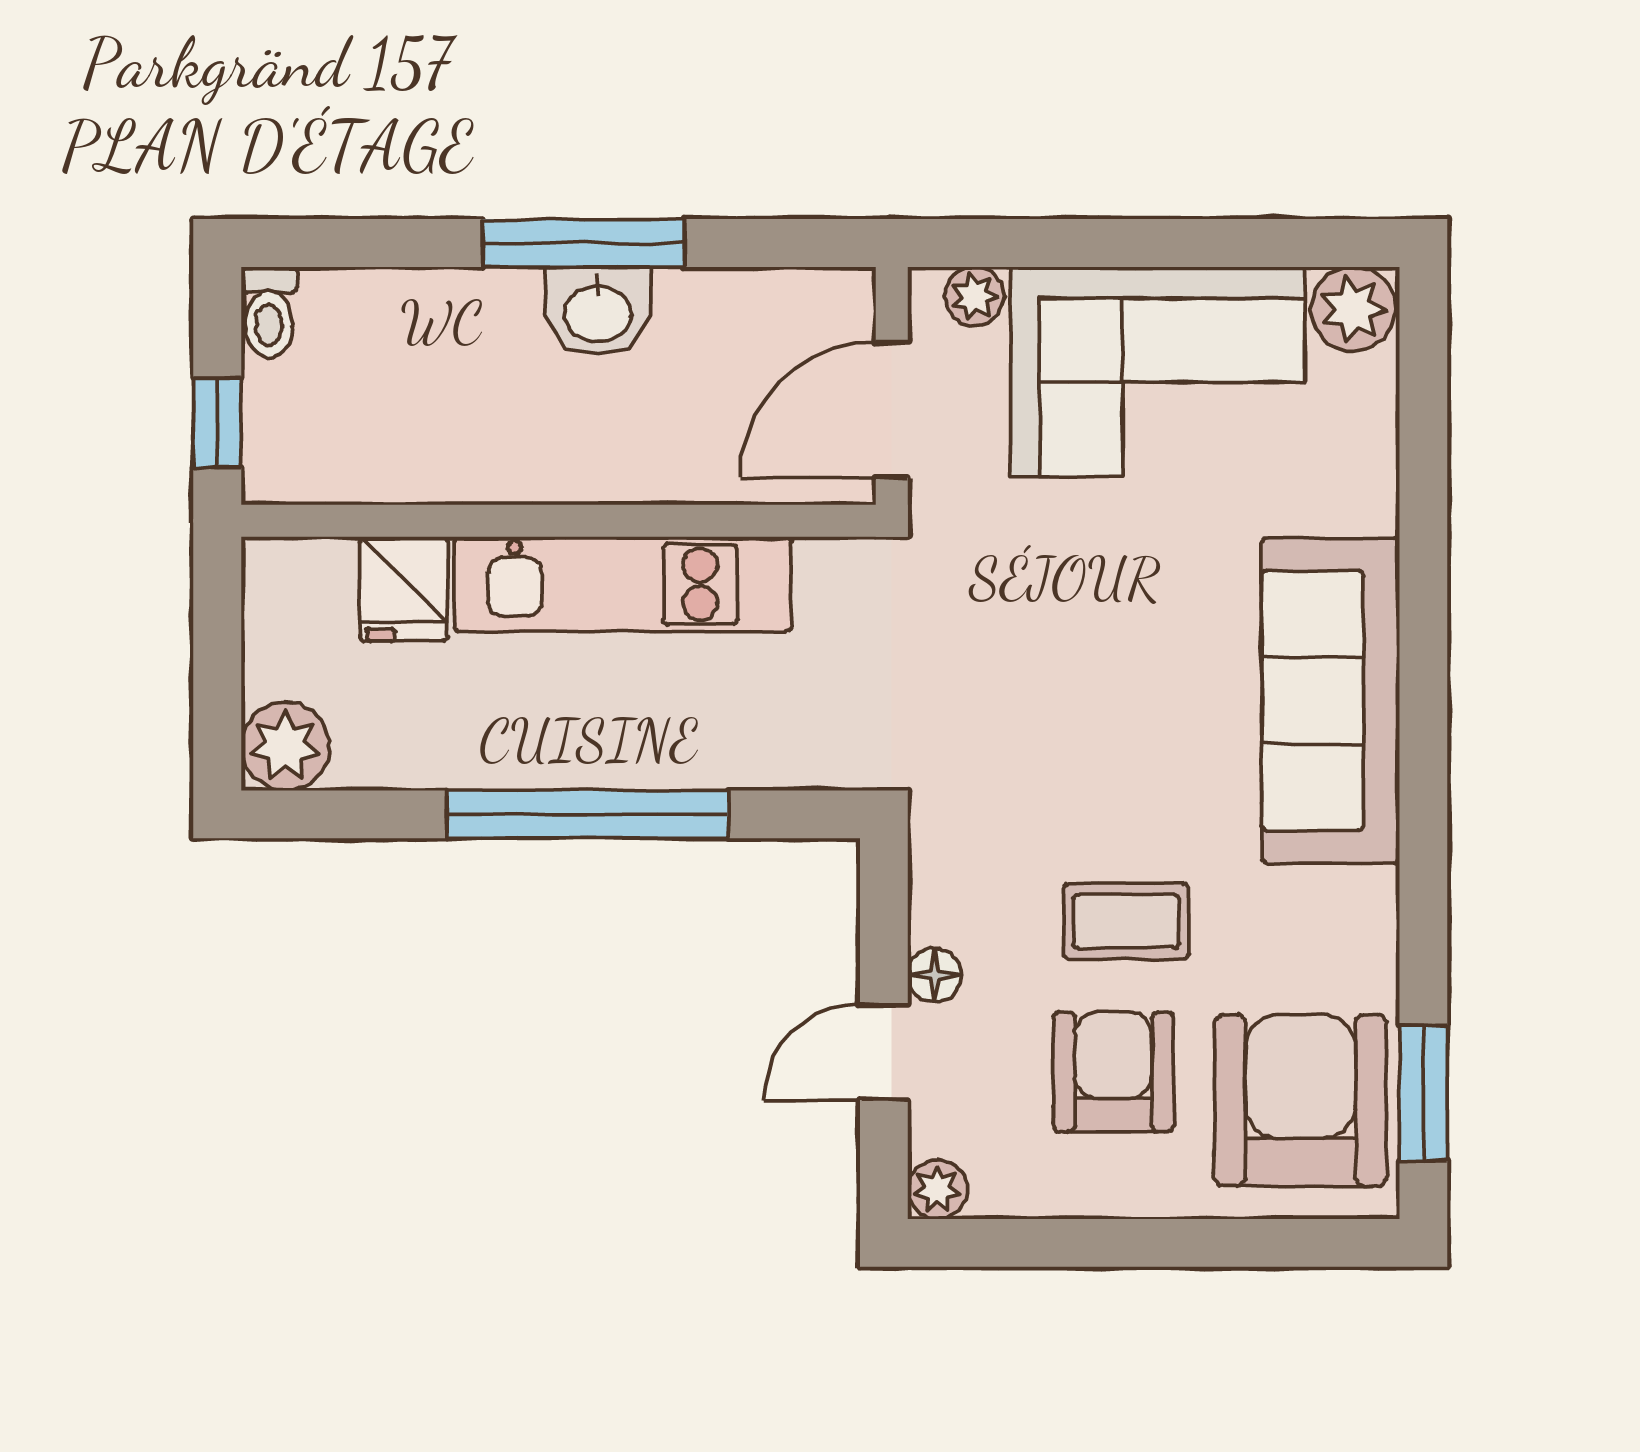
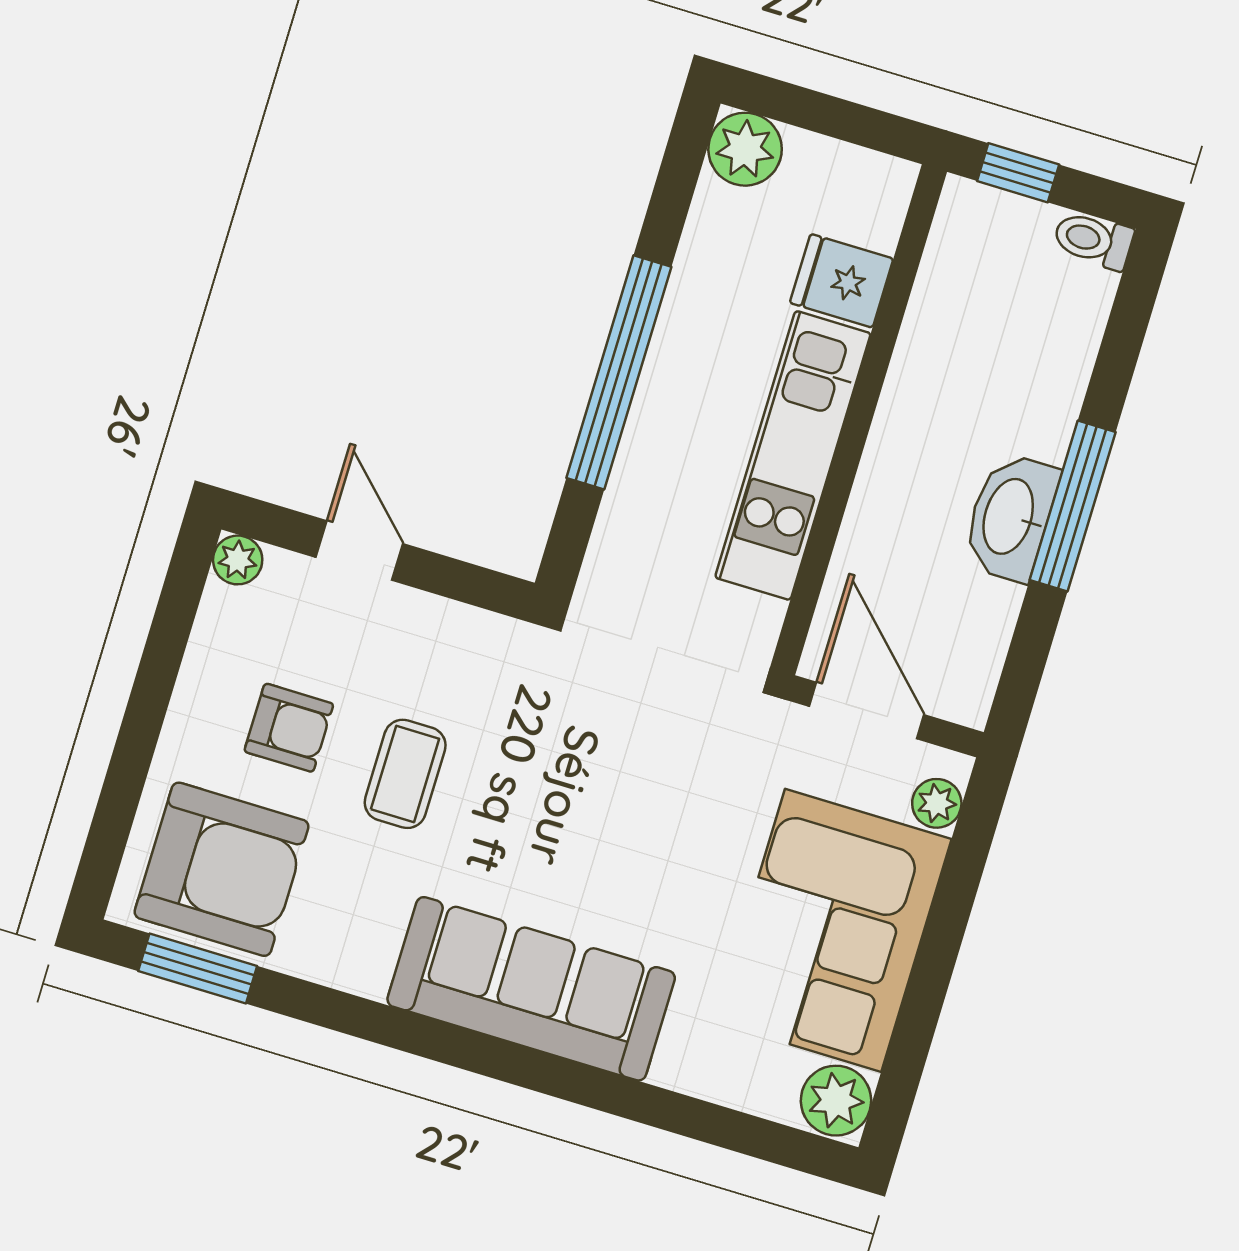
washbasin: (598, 311) -> (1010, 517), width x1.38
floor lamp: (935, 975) -> (408, 609), removed
armchair: (1113, 1072) -> (289, 728), width x0.72, depth x0.72

